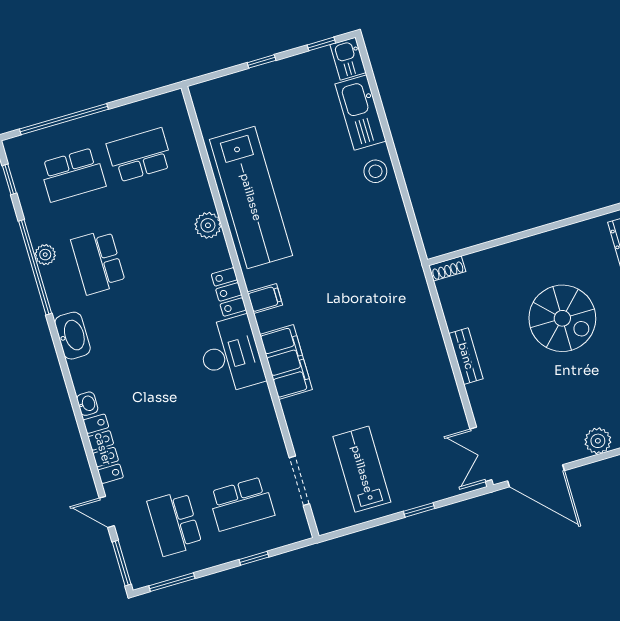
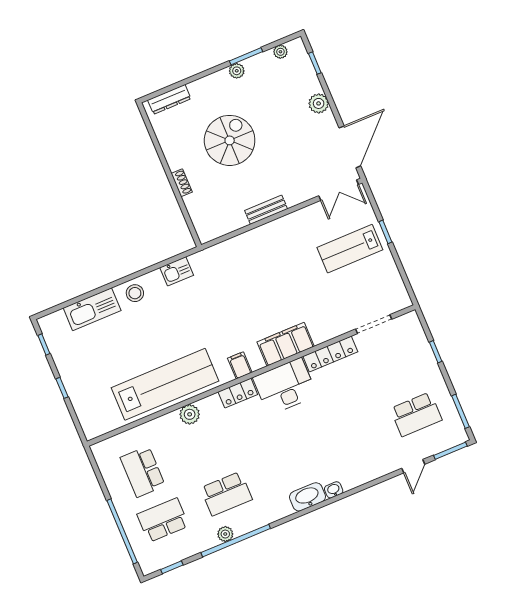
kitchen sink: (348, 59) -> (177, 271), moved
school desk: (73, 175) -> (163, 520), turned -90
shoe rack: (447, 268) -> (182, 183), moved
washbasin: (72, 336) -> (307, 497), moved
locker: (103, 449) -> (330, 354), moved, turned 180
lab bench: (362, 469) -> (350, 249), moved
school desk: (241, 504) -> (396, 366), removed

